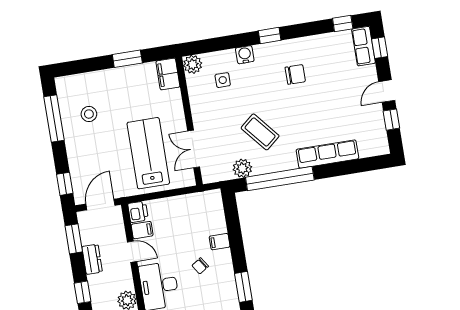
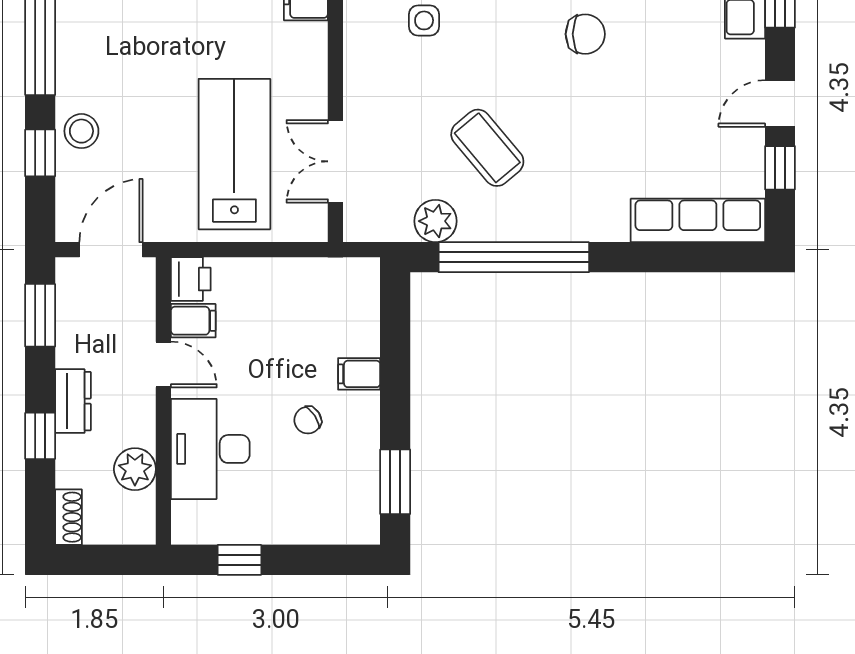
stool: (89, 114) -> (81, 131), moved
row of seats: (327, 154) -> (698, 220), moved
window: (65, 184) -> (40, 153), moved
dresser: (92, 259) -> (73, 401), moved

